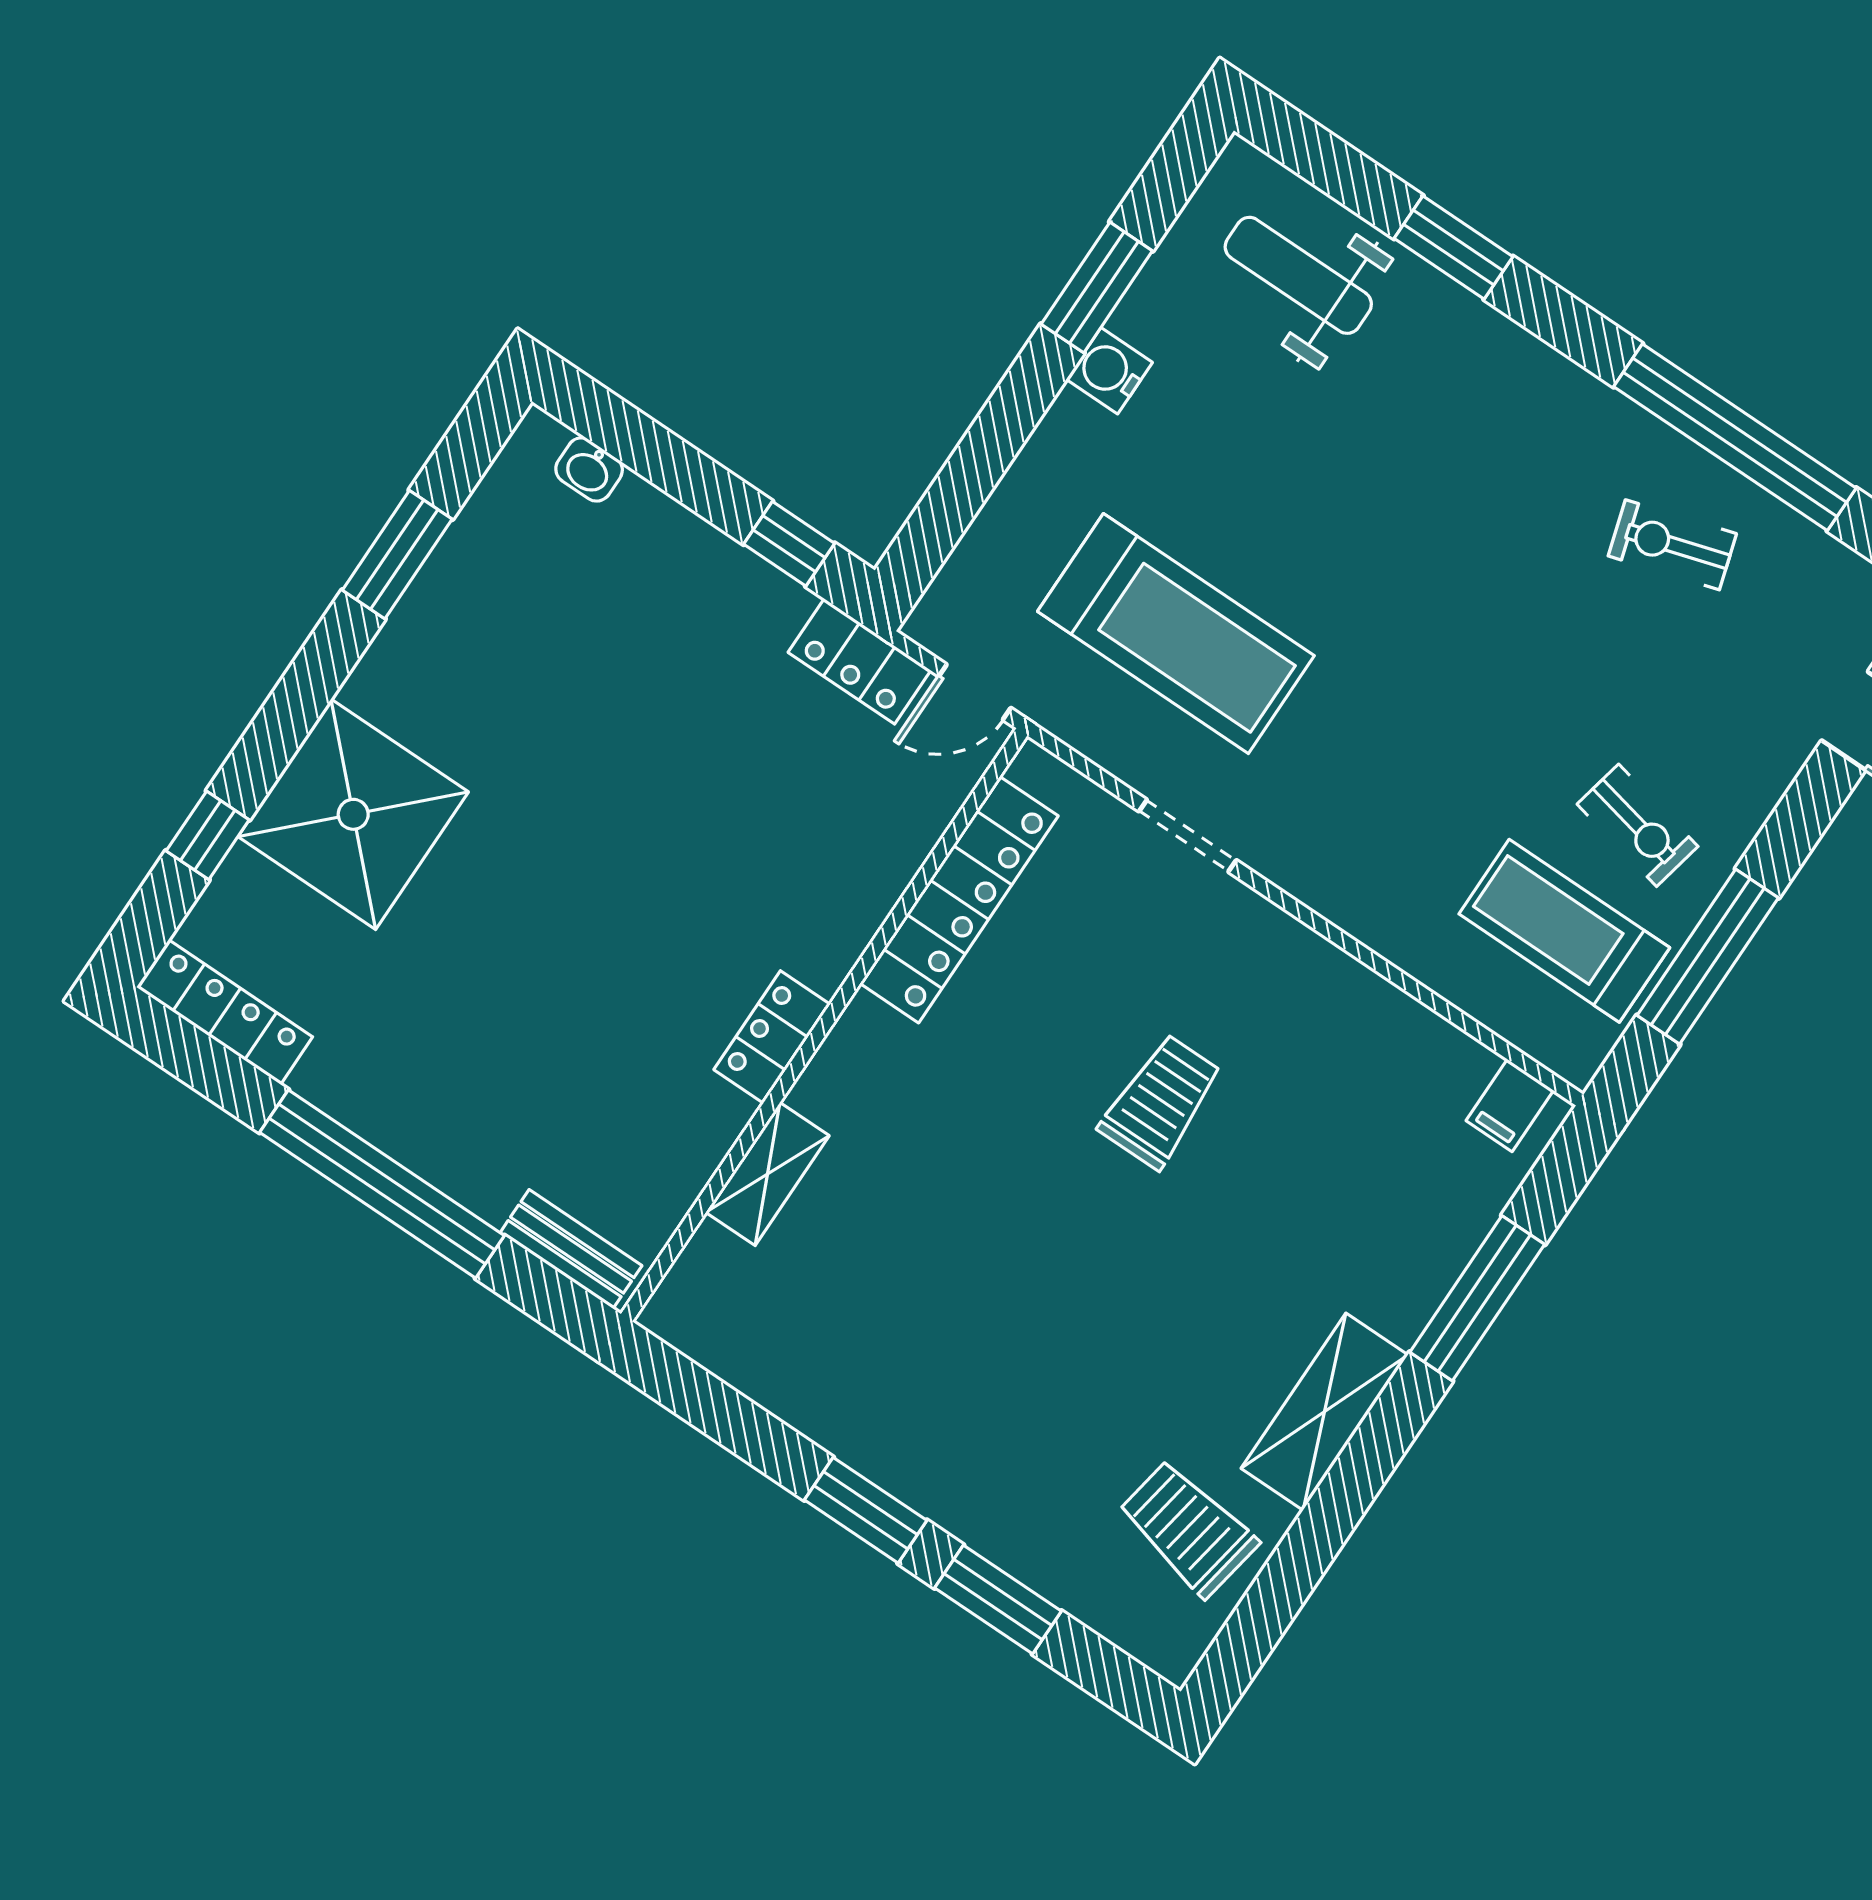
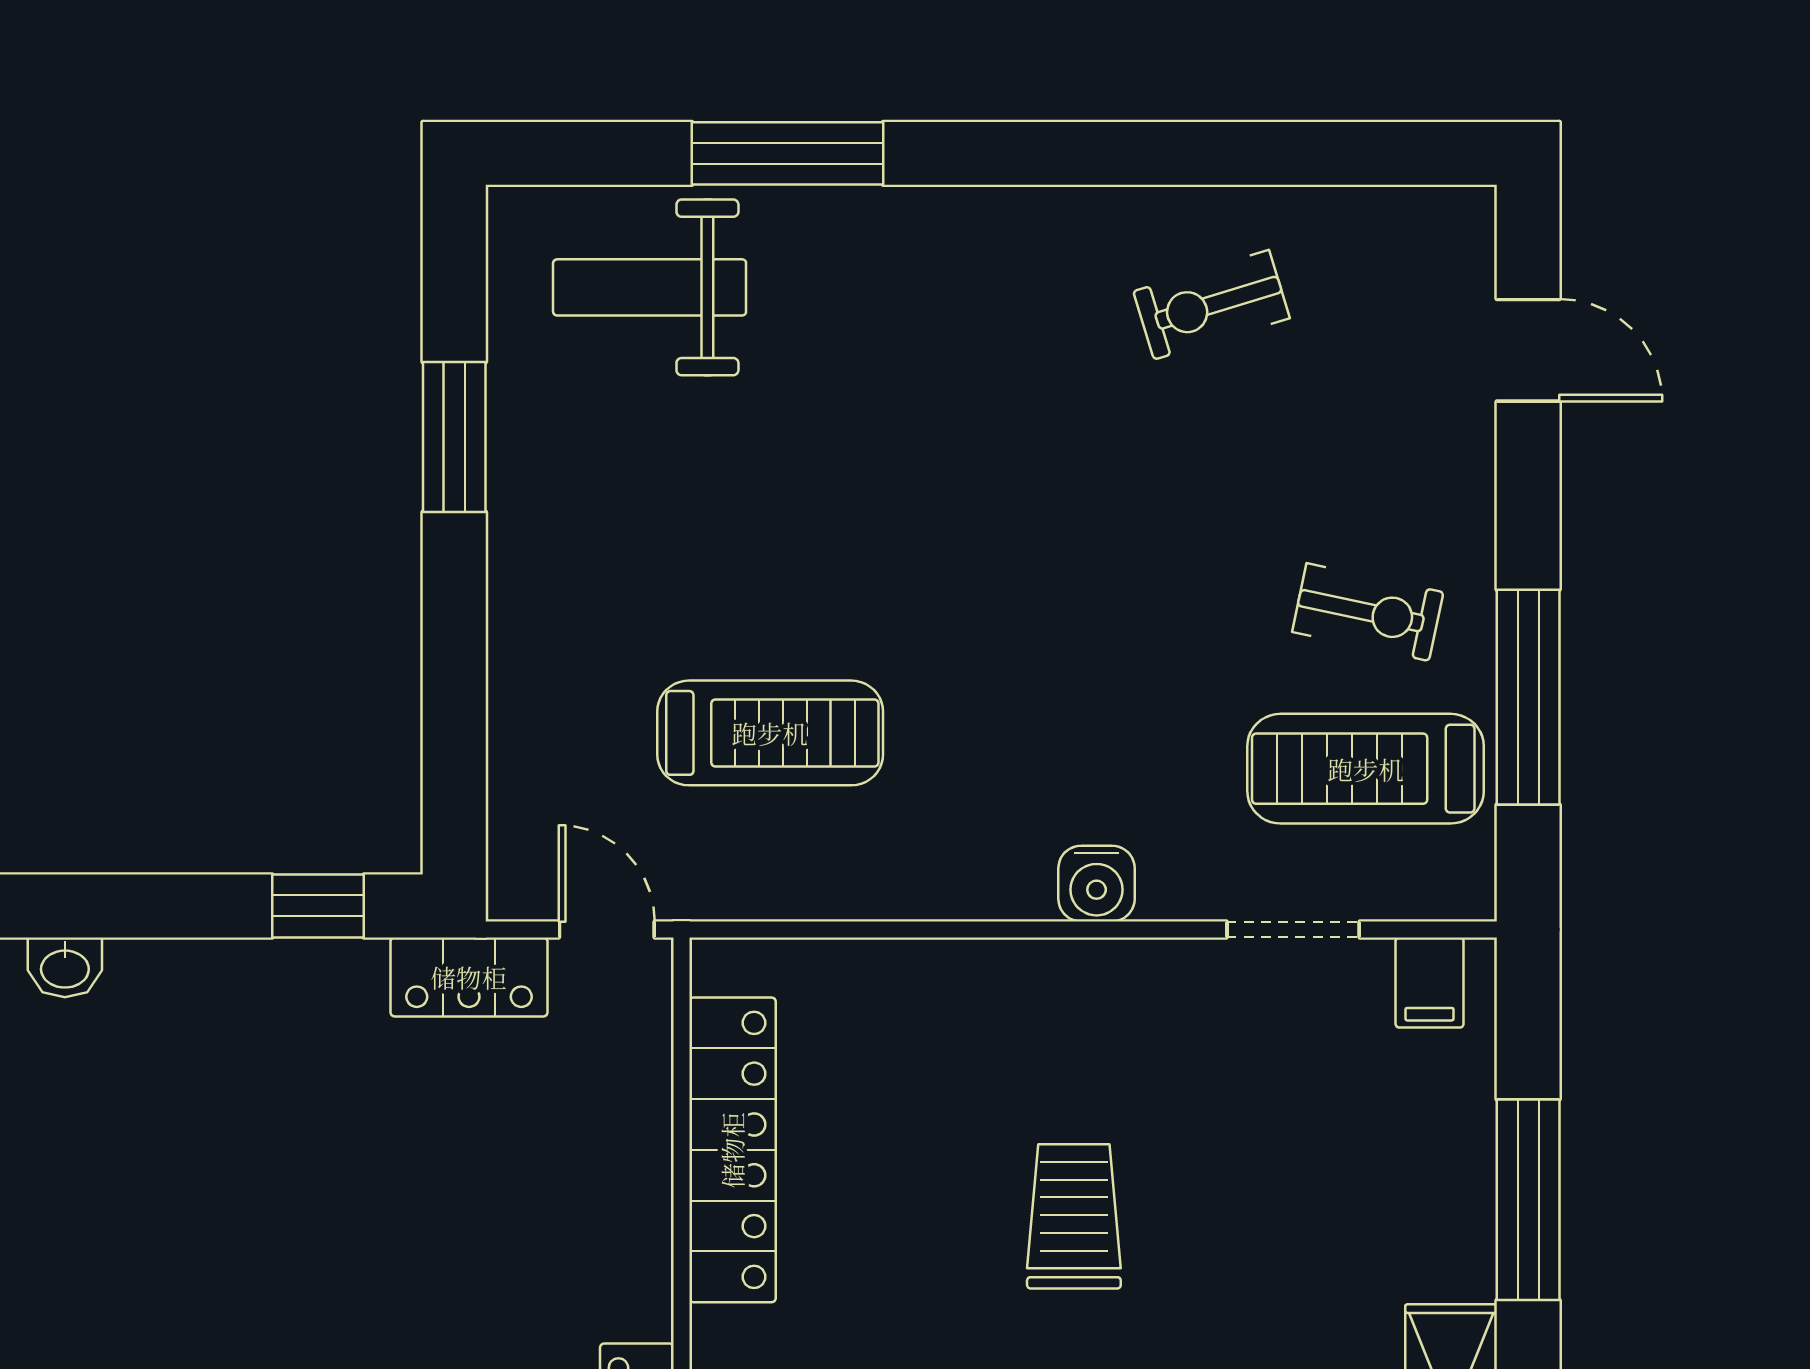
window: (1453, 248) -> (788, 153), width x1.44
water cooler: (1109, 371) -> (1097, 884), moved, turned -90
window: (1735, 437) -> (1202, 153), removed
treadmill: (1176, 634) -> (770, 733), width x0.73, depth x0.73
door: (975, 692) -> (607, 929), swing flipped
doorway: (1188, 836) -> (1293, 929), moved

